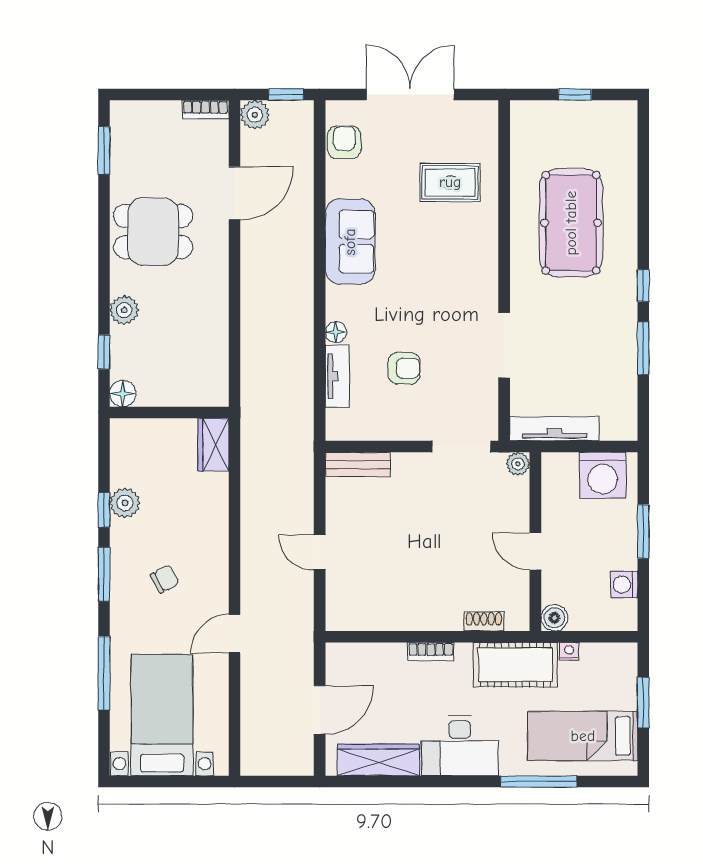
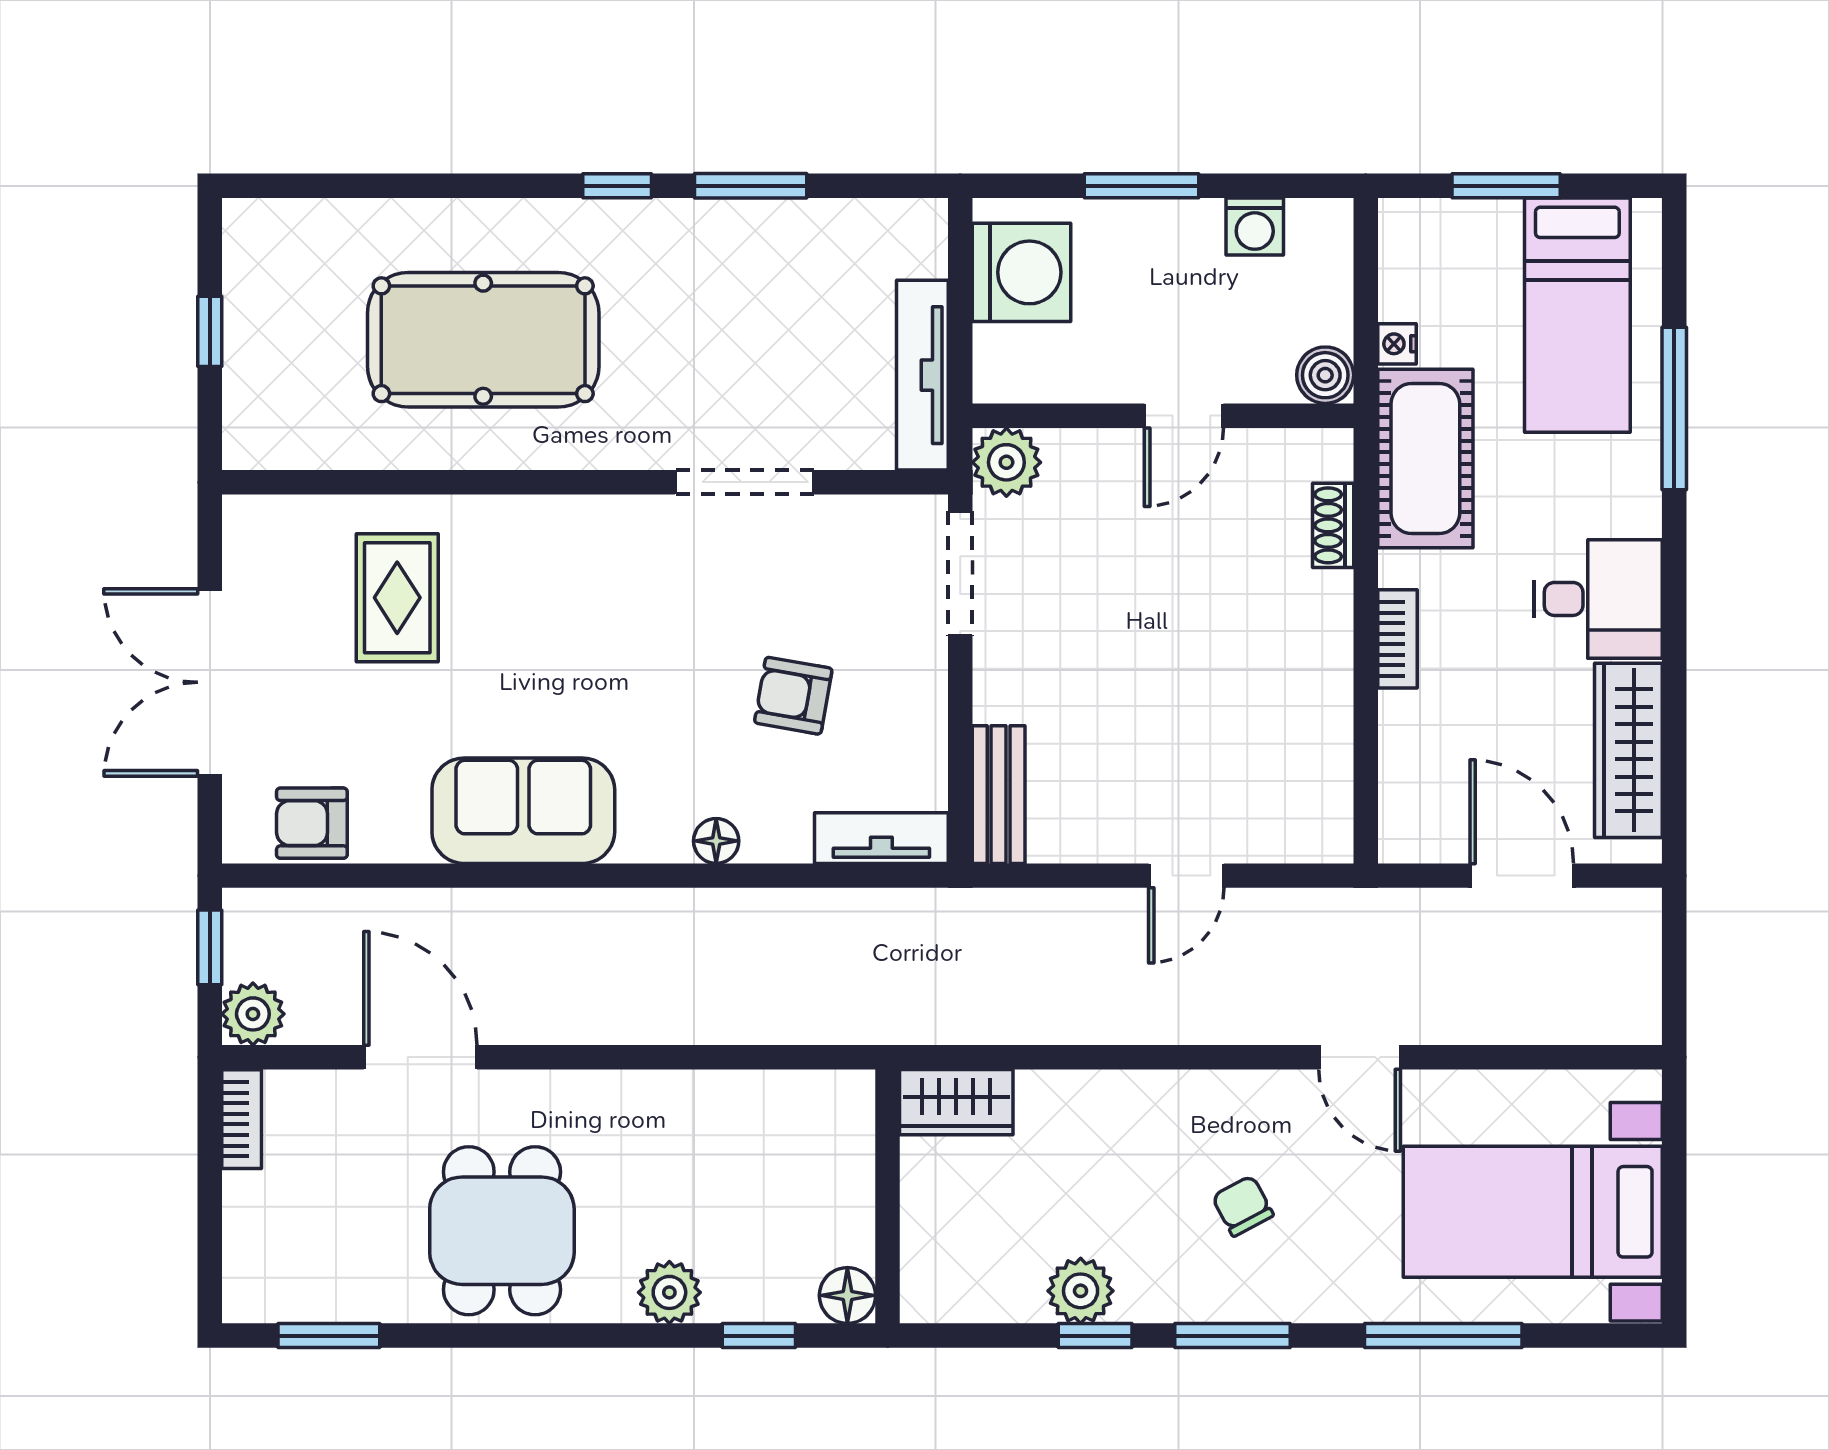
armchair: (404, 368) -> (793, 696), turned -80
tv unit: (337, 376) -> (881, 838), moved
plant: (518, 464) -> (1006, 462), width x1.38, depth x1.38
desk: (460, 746) -> (1598, 599), width x0.73

